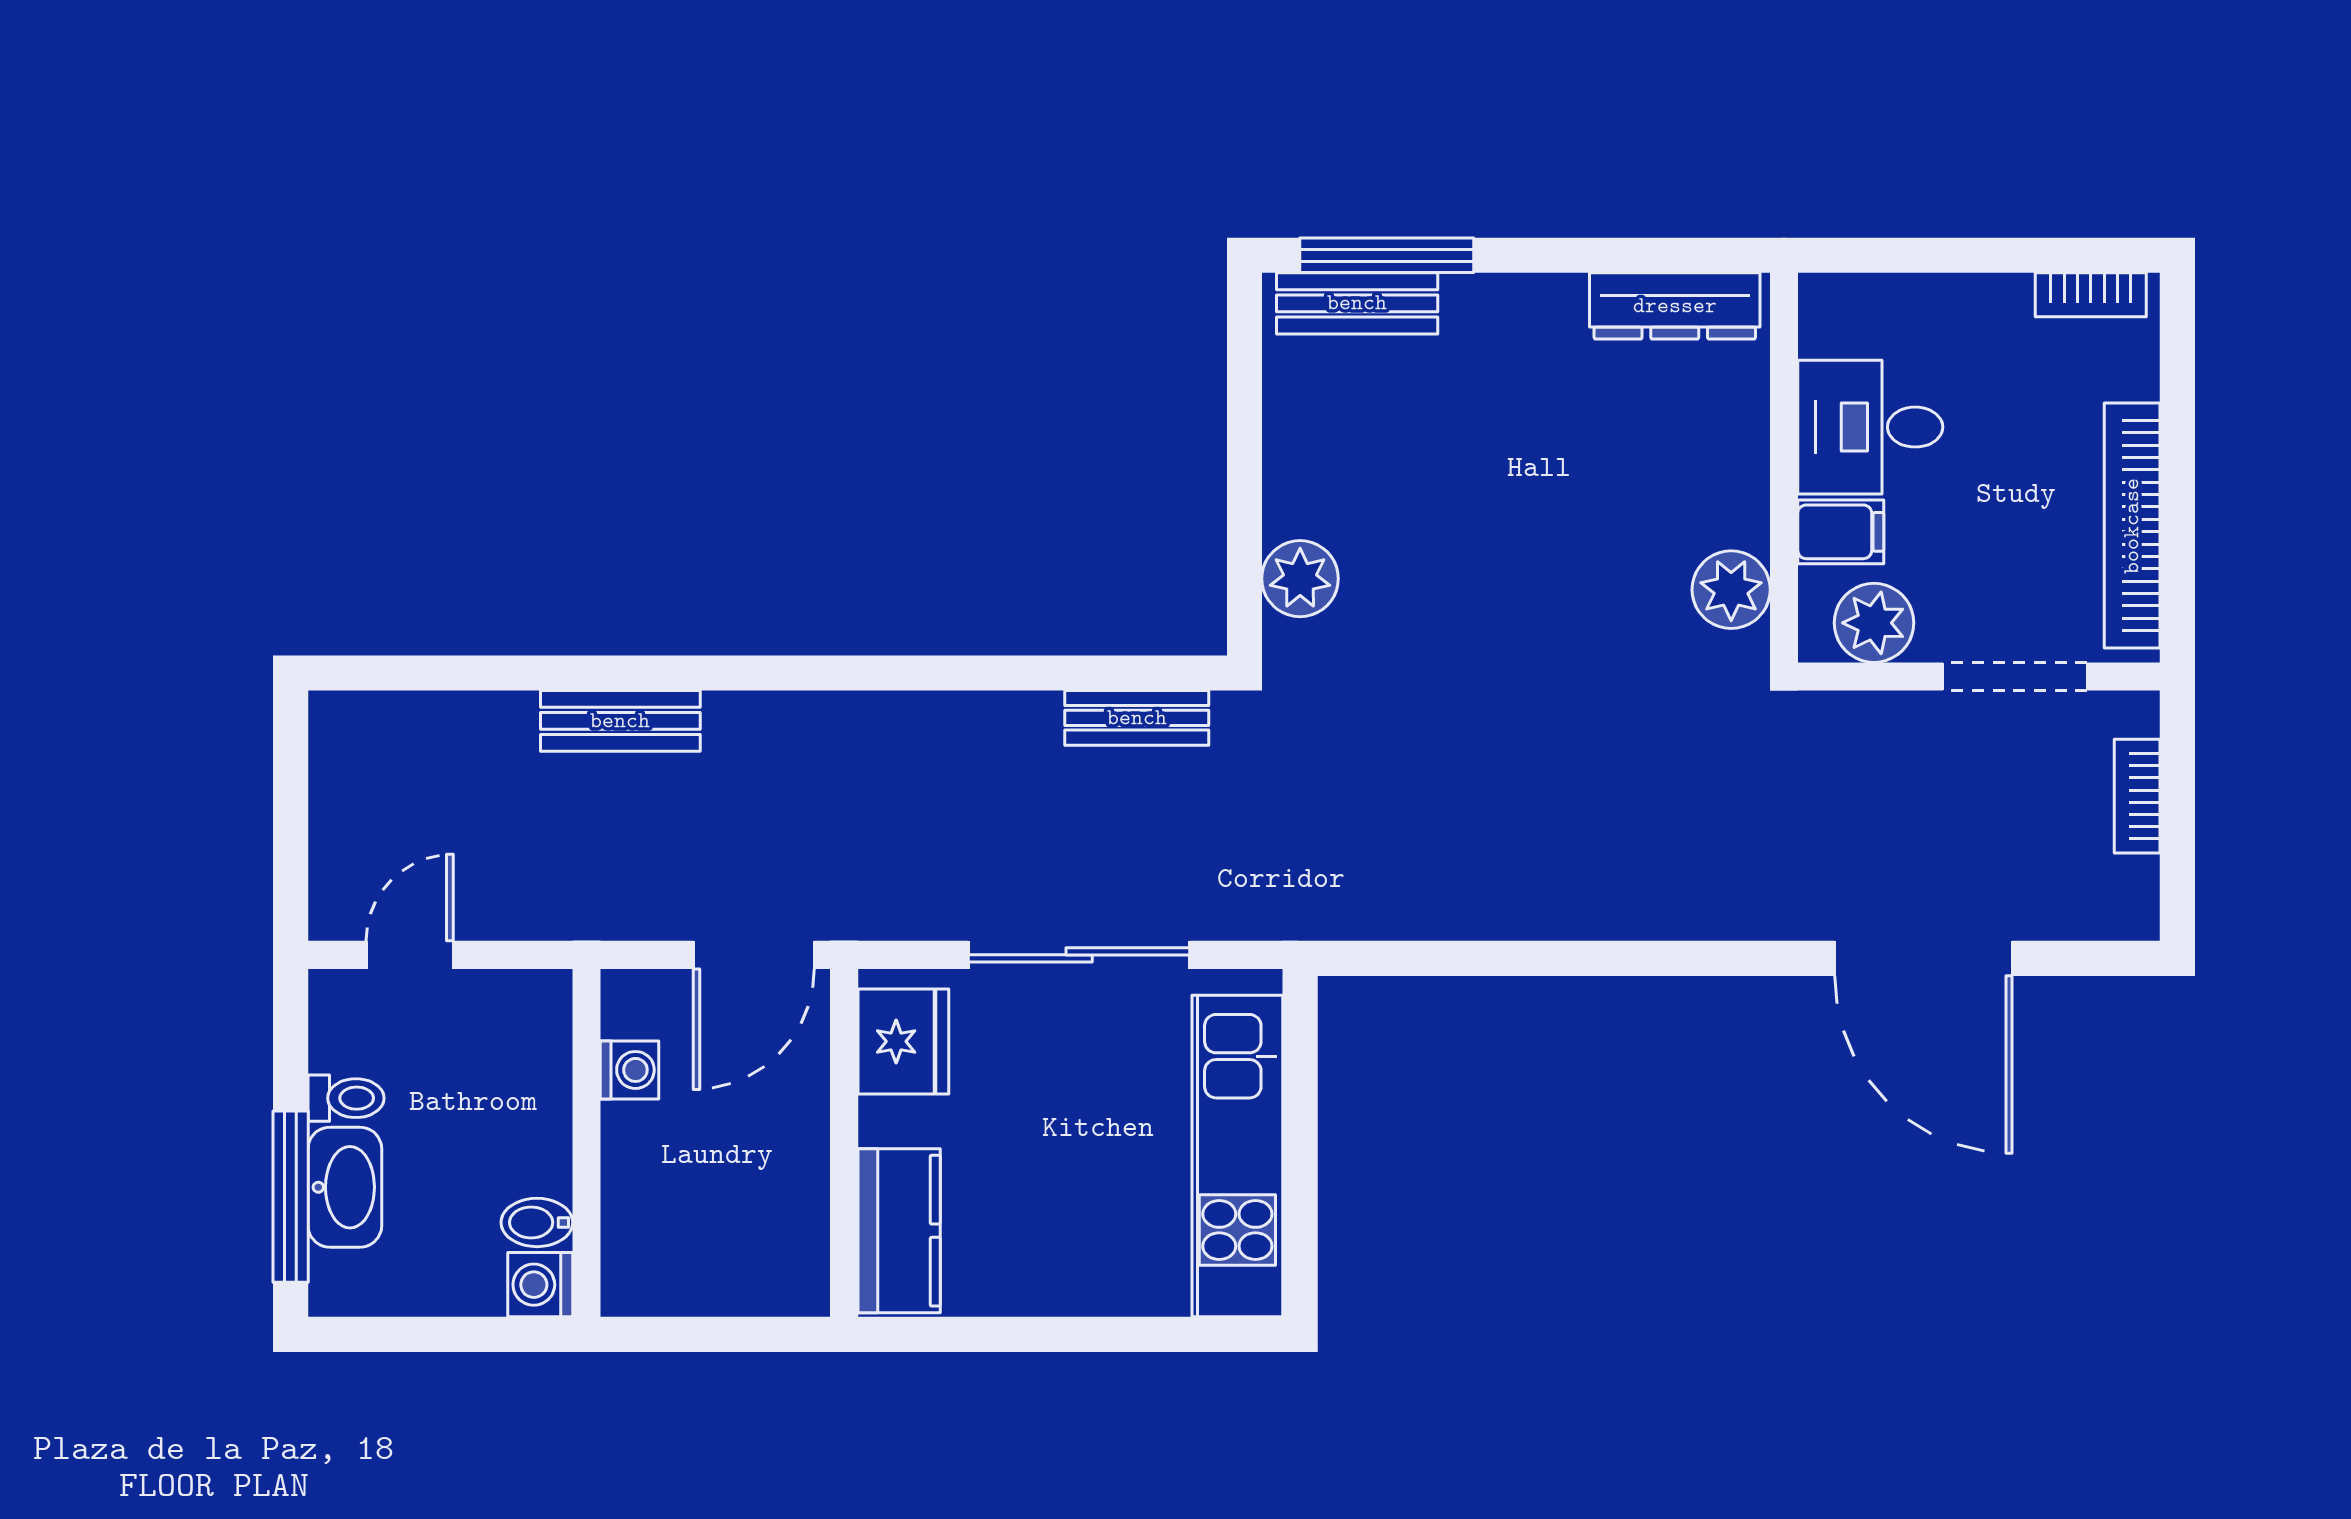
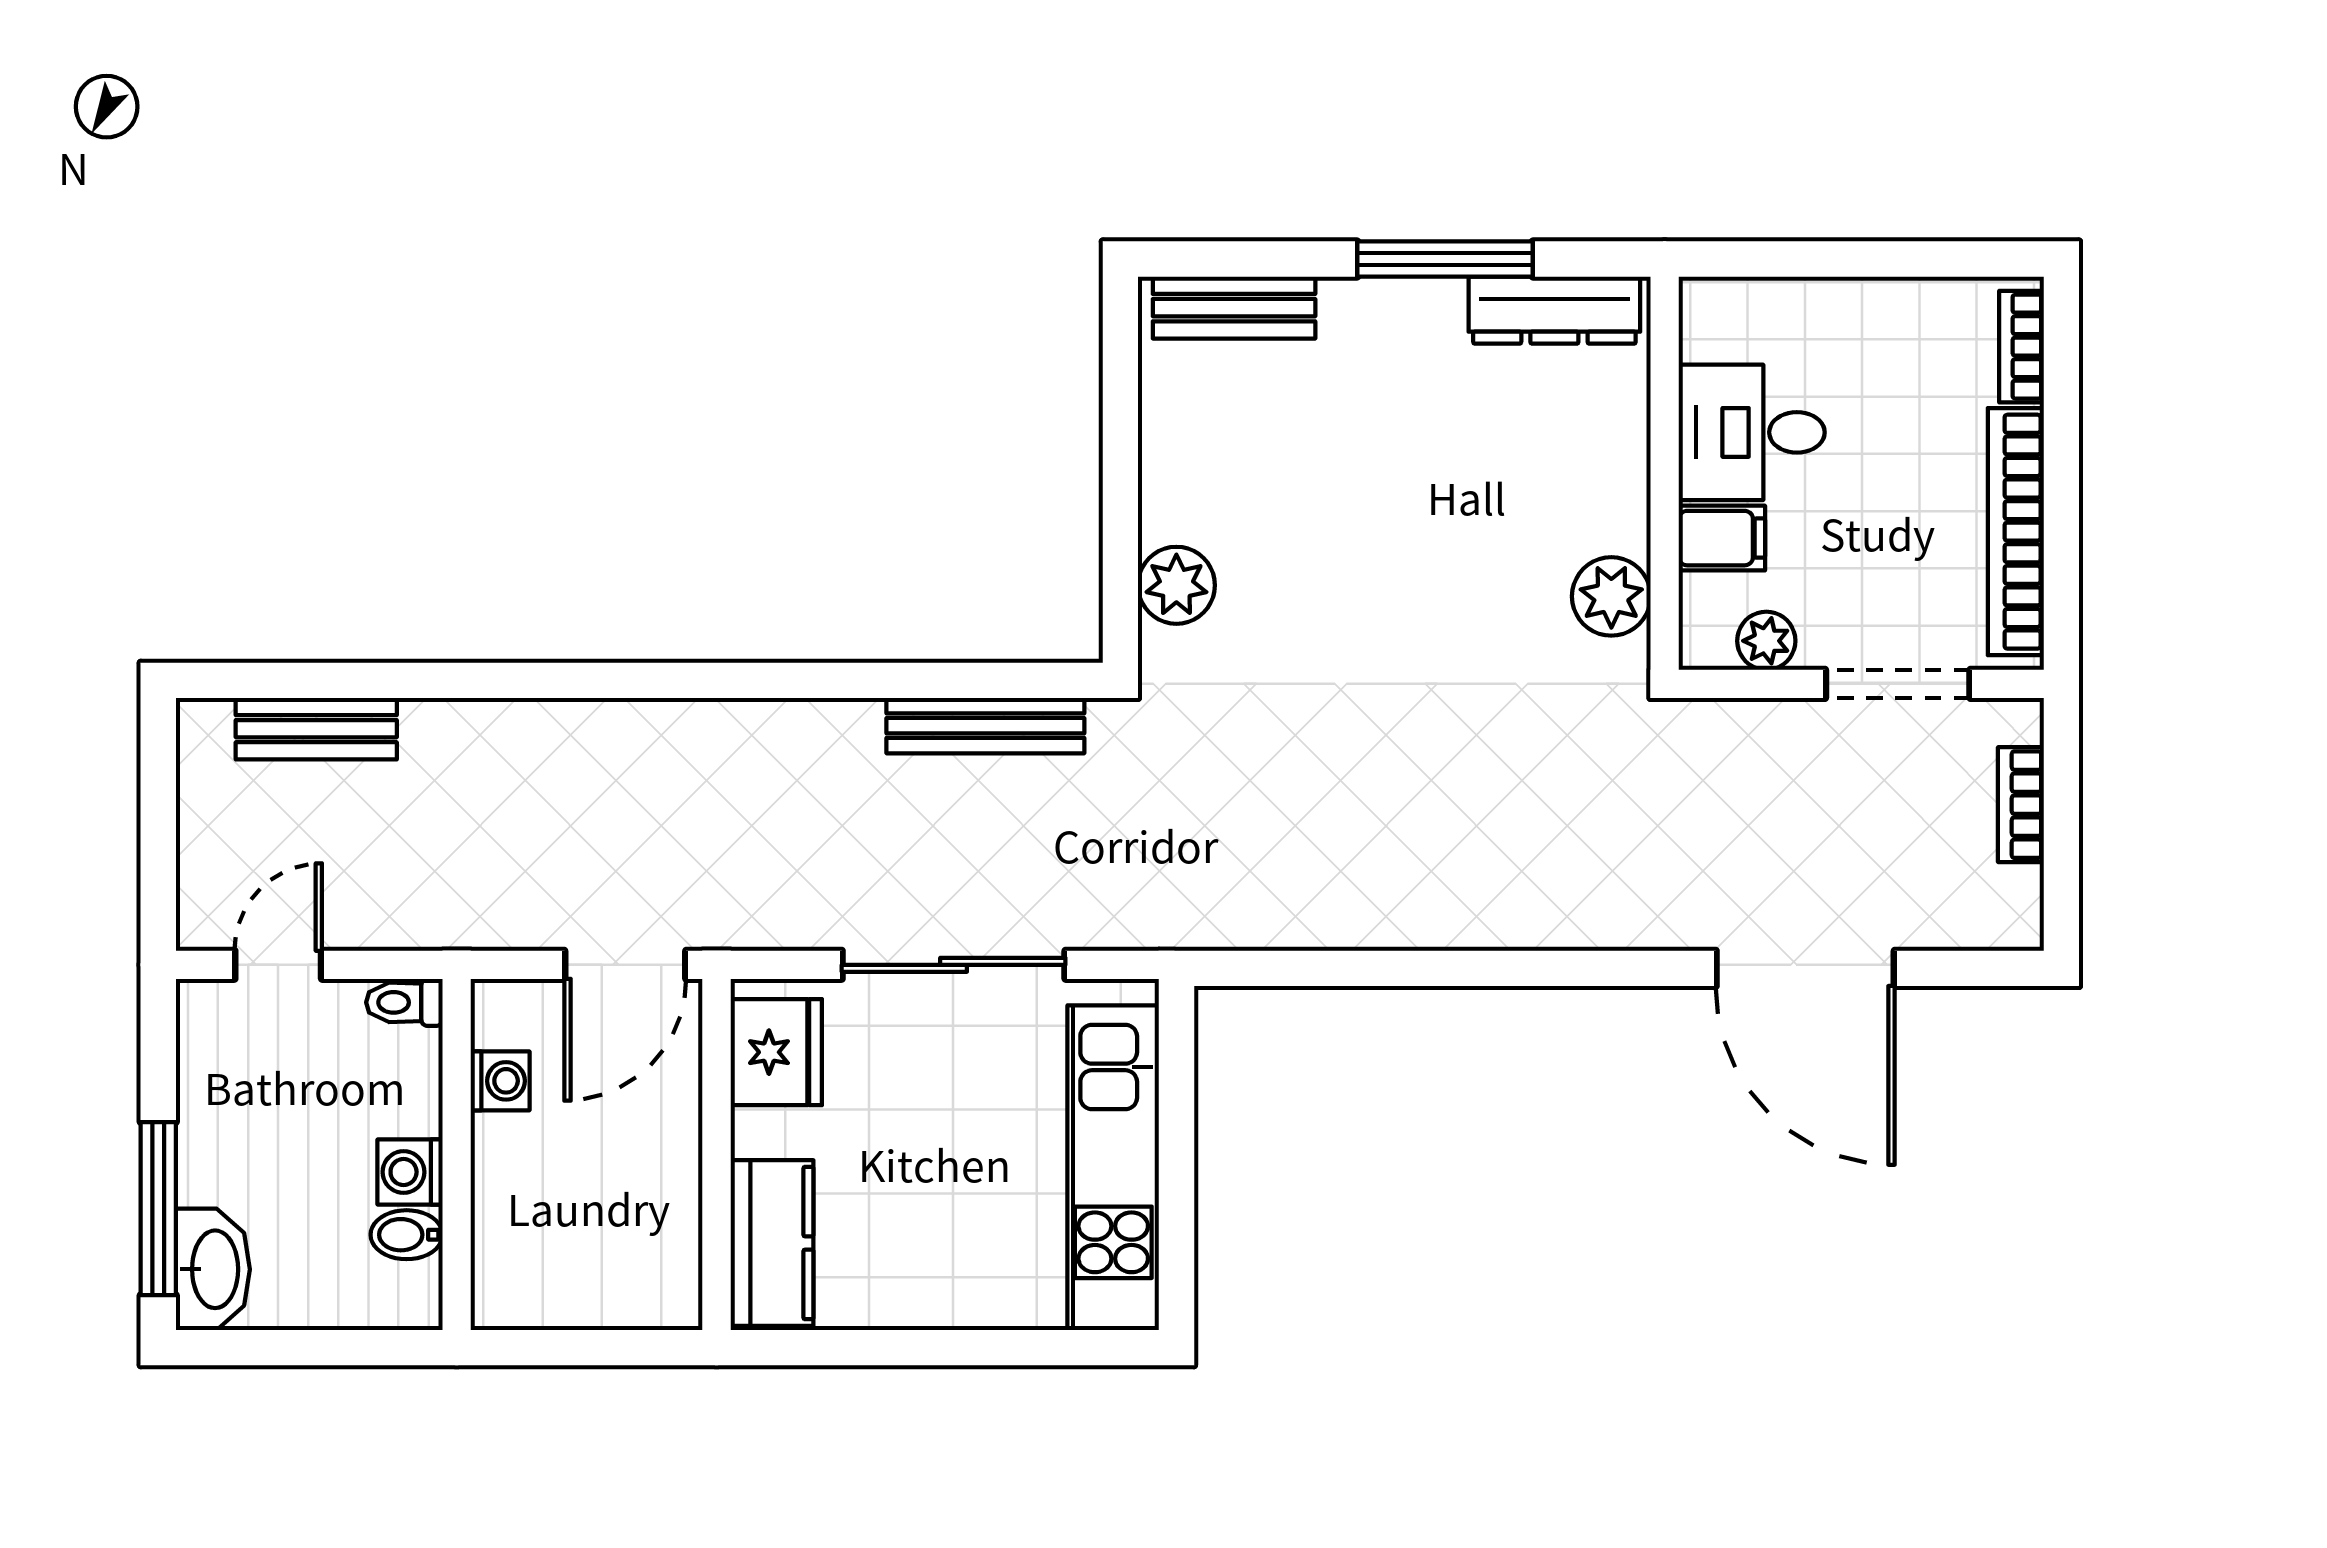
window: (1387, 255) -> (1445, 259), moved
bookcase: (2091, 295) -> (2022, 347), moved, turned 90
plant: (1874, 623) -> (1766, 641), width x0.73, depth x0.73
bench: (1137, 718) -> (985, 726), width x1.36
bench: (620, 721) -> (316, 729), moved
toilet: (346, 1098) -> (404, 1002), moved, turned 180
washbasin: (345, 1187) -> (213, 1269), moved
washing machine: (540, 1285) -> (410, 1172), moved

